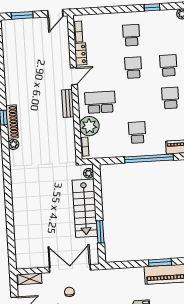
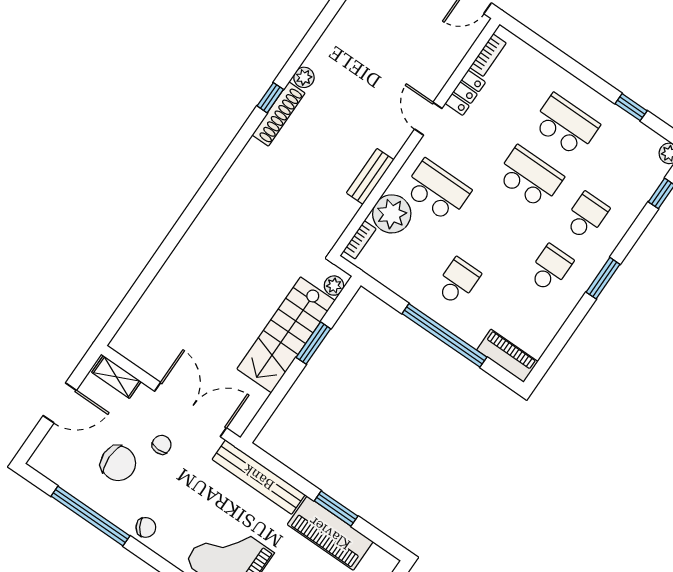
school desk: (131, 35) -> (566, 125), width x1.85
school desk: (133, 68) -> (530, 177), width x1.85
door: (74, 76) -> (428, 119), swing flipped
bench: (68, 103) -> (370, 176), moved
plant: (13, 144) -> (304, 77), moved
window: (100, 232) -> (313, 343), moved
bench: (119, 274) -> (259, 477), added

